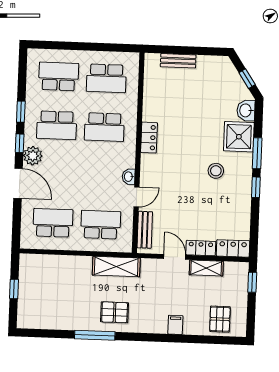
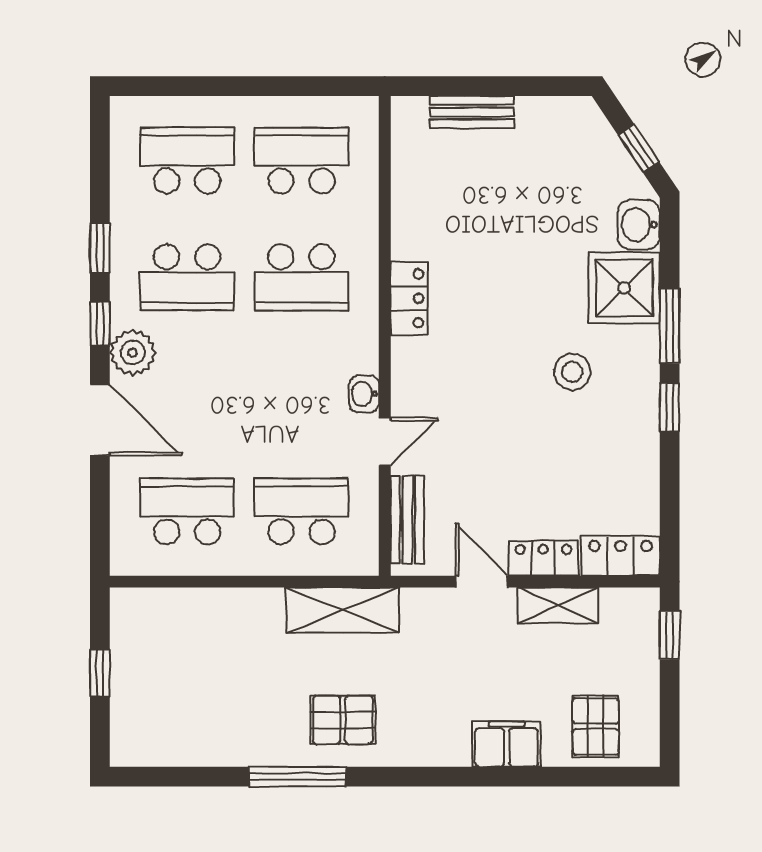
school desk: (106, 78) -> (301, 160), turned 180
filing cabinet: (175, 325) -> (507, 744), width x2.00

